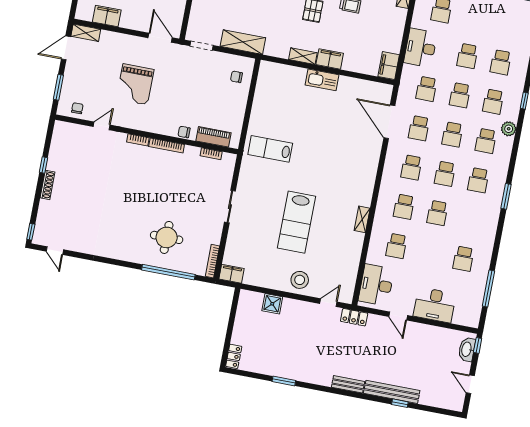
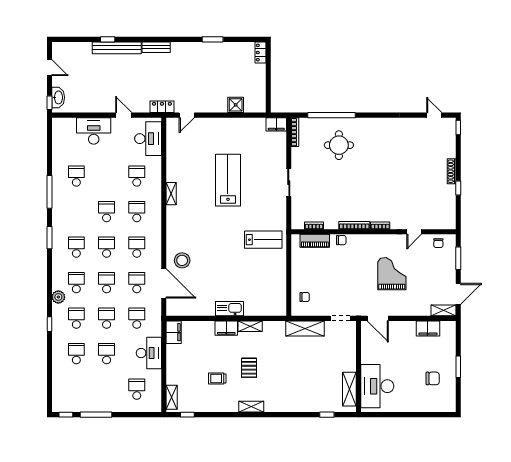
stool: (300, 280) -> (182, 260), moved
window: (488, 288) -> (49, 192), moved

